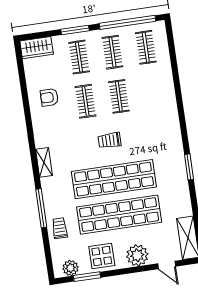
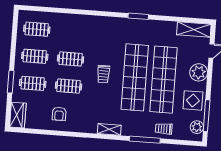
window: (127, 22) -> (14, 39), removed
window: (87, 277) -> (207, 116), width x1.44

